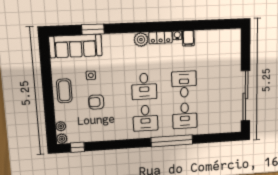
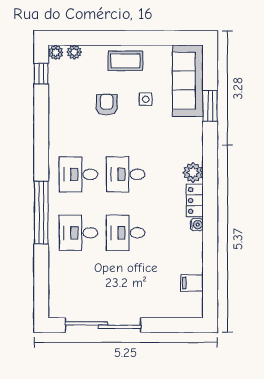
filing cabinet: (188, 38) -> (192, 283), moved
desk: (184, 84) -> (126, 233), turned 180

